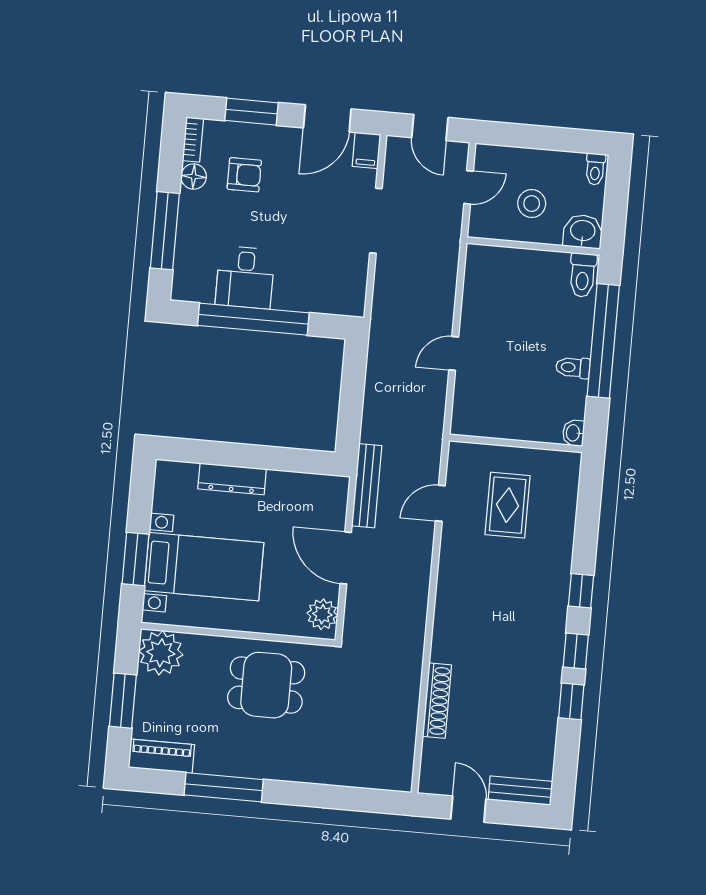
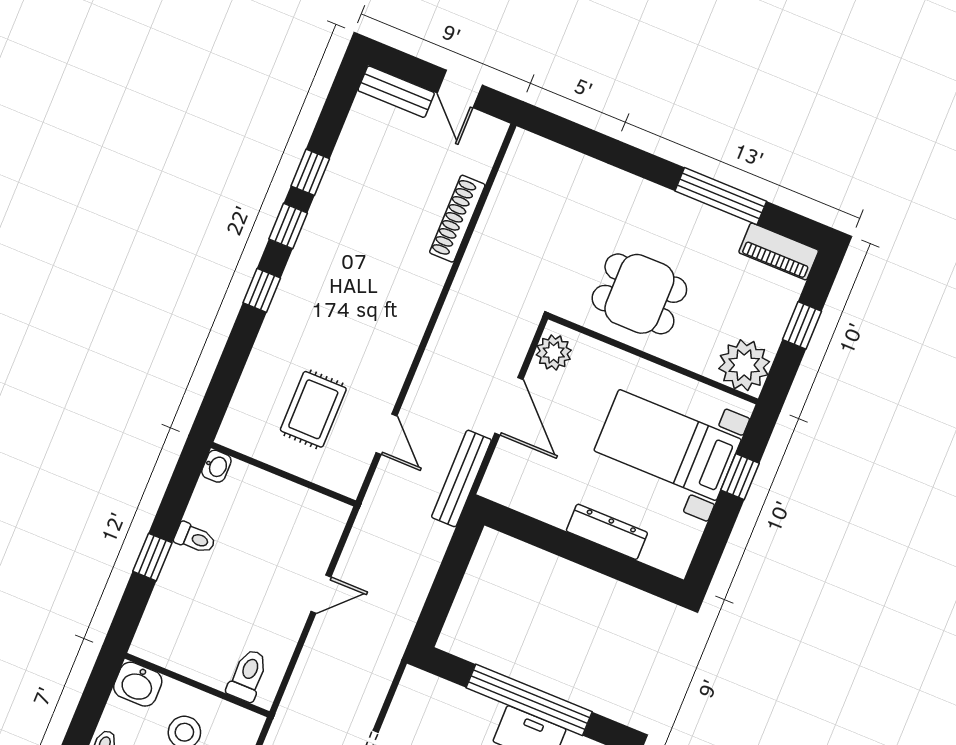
toilet: (583, 275) -> (248, 675), moved
window: (603, 341) -> (152, 557), width x0.32
door: (440, 503) -> (386, 434), hinge flipped
window: (136, 559) -> (740, 477), width x0.67
window: (123, 701) -> (802, 325), width x0.67

